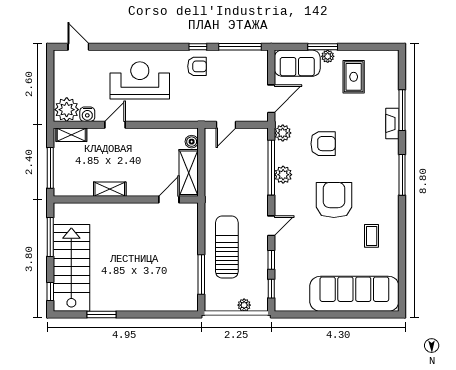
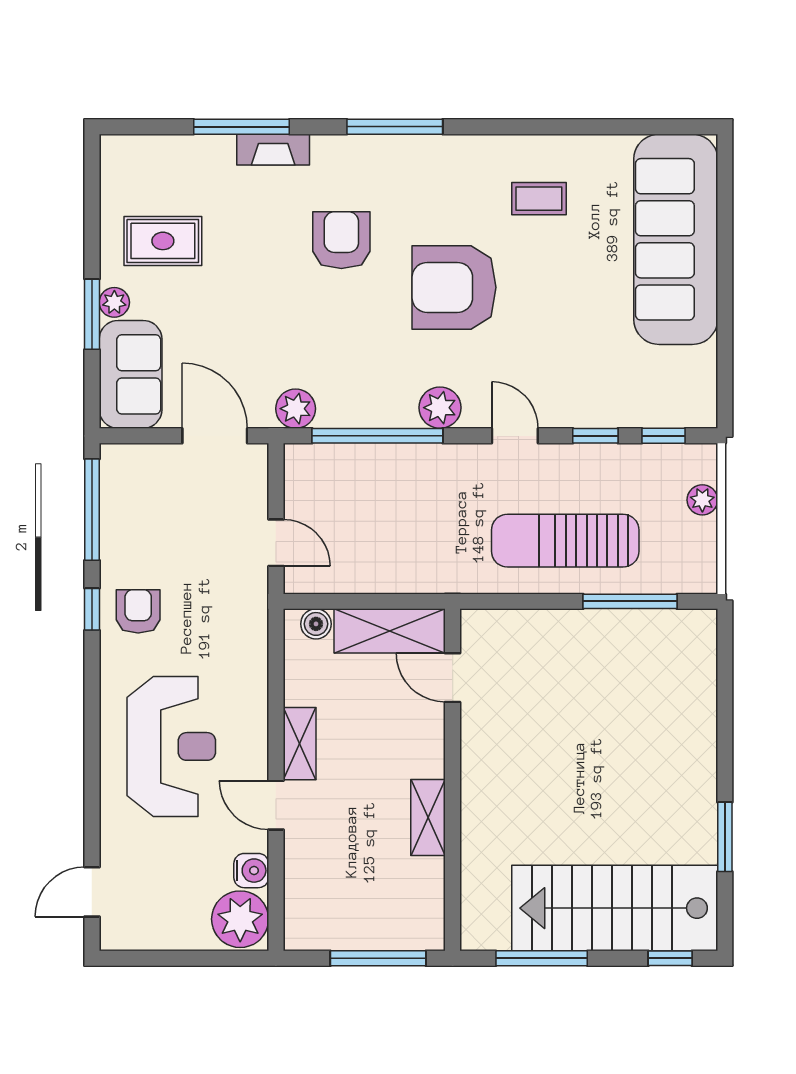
reception desk: (140, 80) -> (171, 746), turned 180
shelving: (71, 135) -> (300, 744), moved
armchair: (323, 144) -> (341, 240), moved
plant: (283, 175) -> (440, 408), moved

